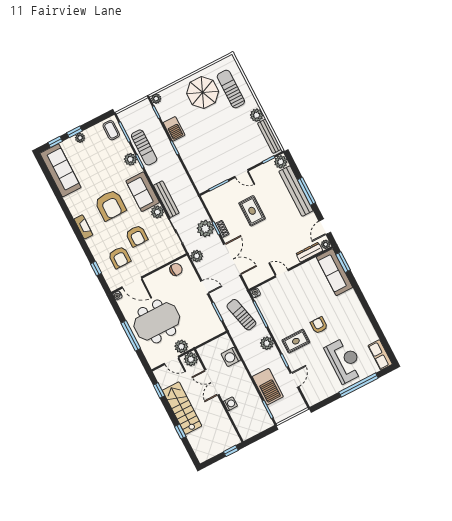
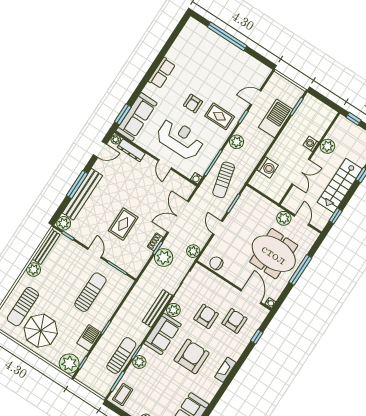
plant: (156, 99) -> (69, 364), width x1.88, depth x1.88
sun lounger: (211, 152) -> (90, 292), added
row of seats: (380, 355) -> (162, 73), moved
plant: (191, 359) -> (327, 146), moved
reception desk: (344, 360) -> (180, 139), moved, turned 90

